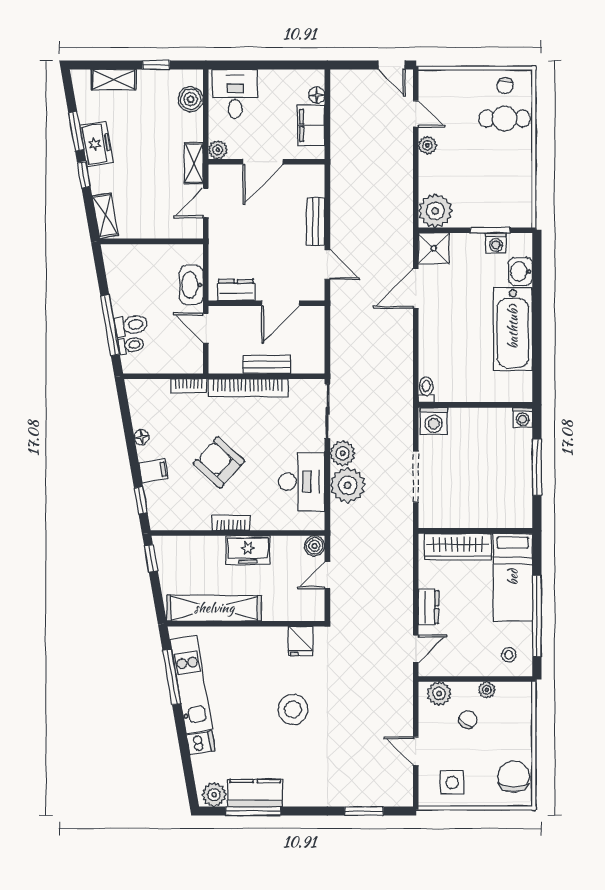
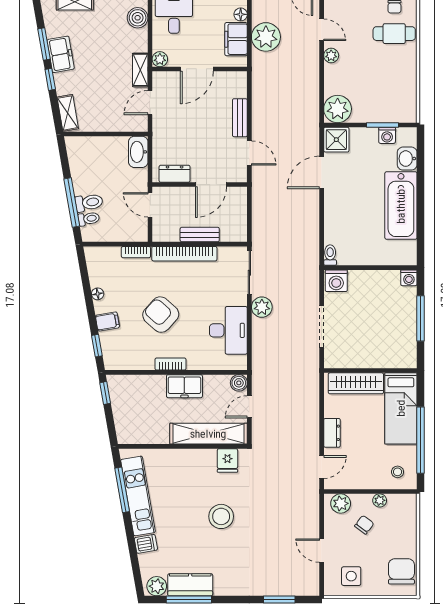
washbasin: (191, 285) -> (138, 152), moved
plant: (348, 485) -> (266, 37), moved
shelving: (214, 608) -> (208, 434), moved

